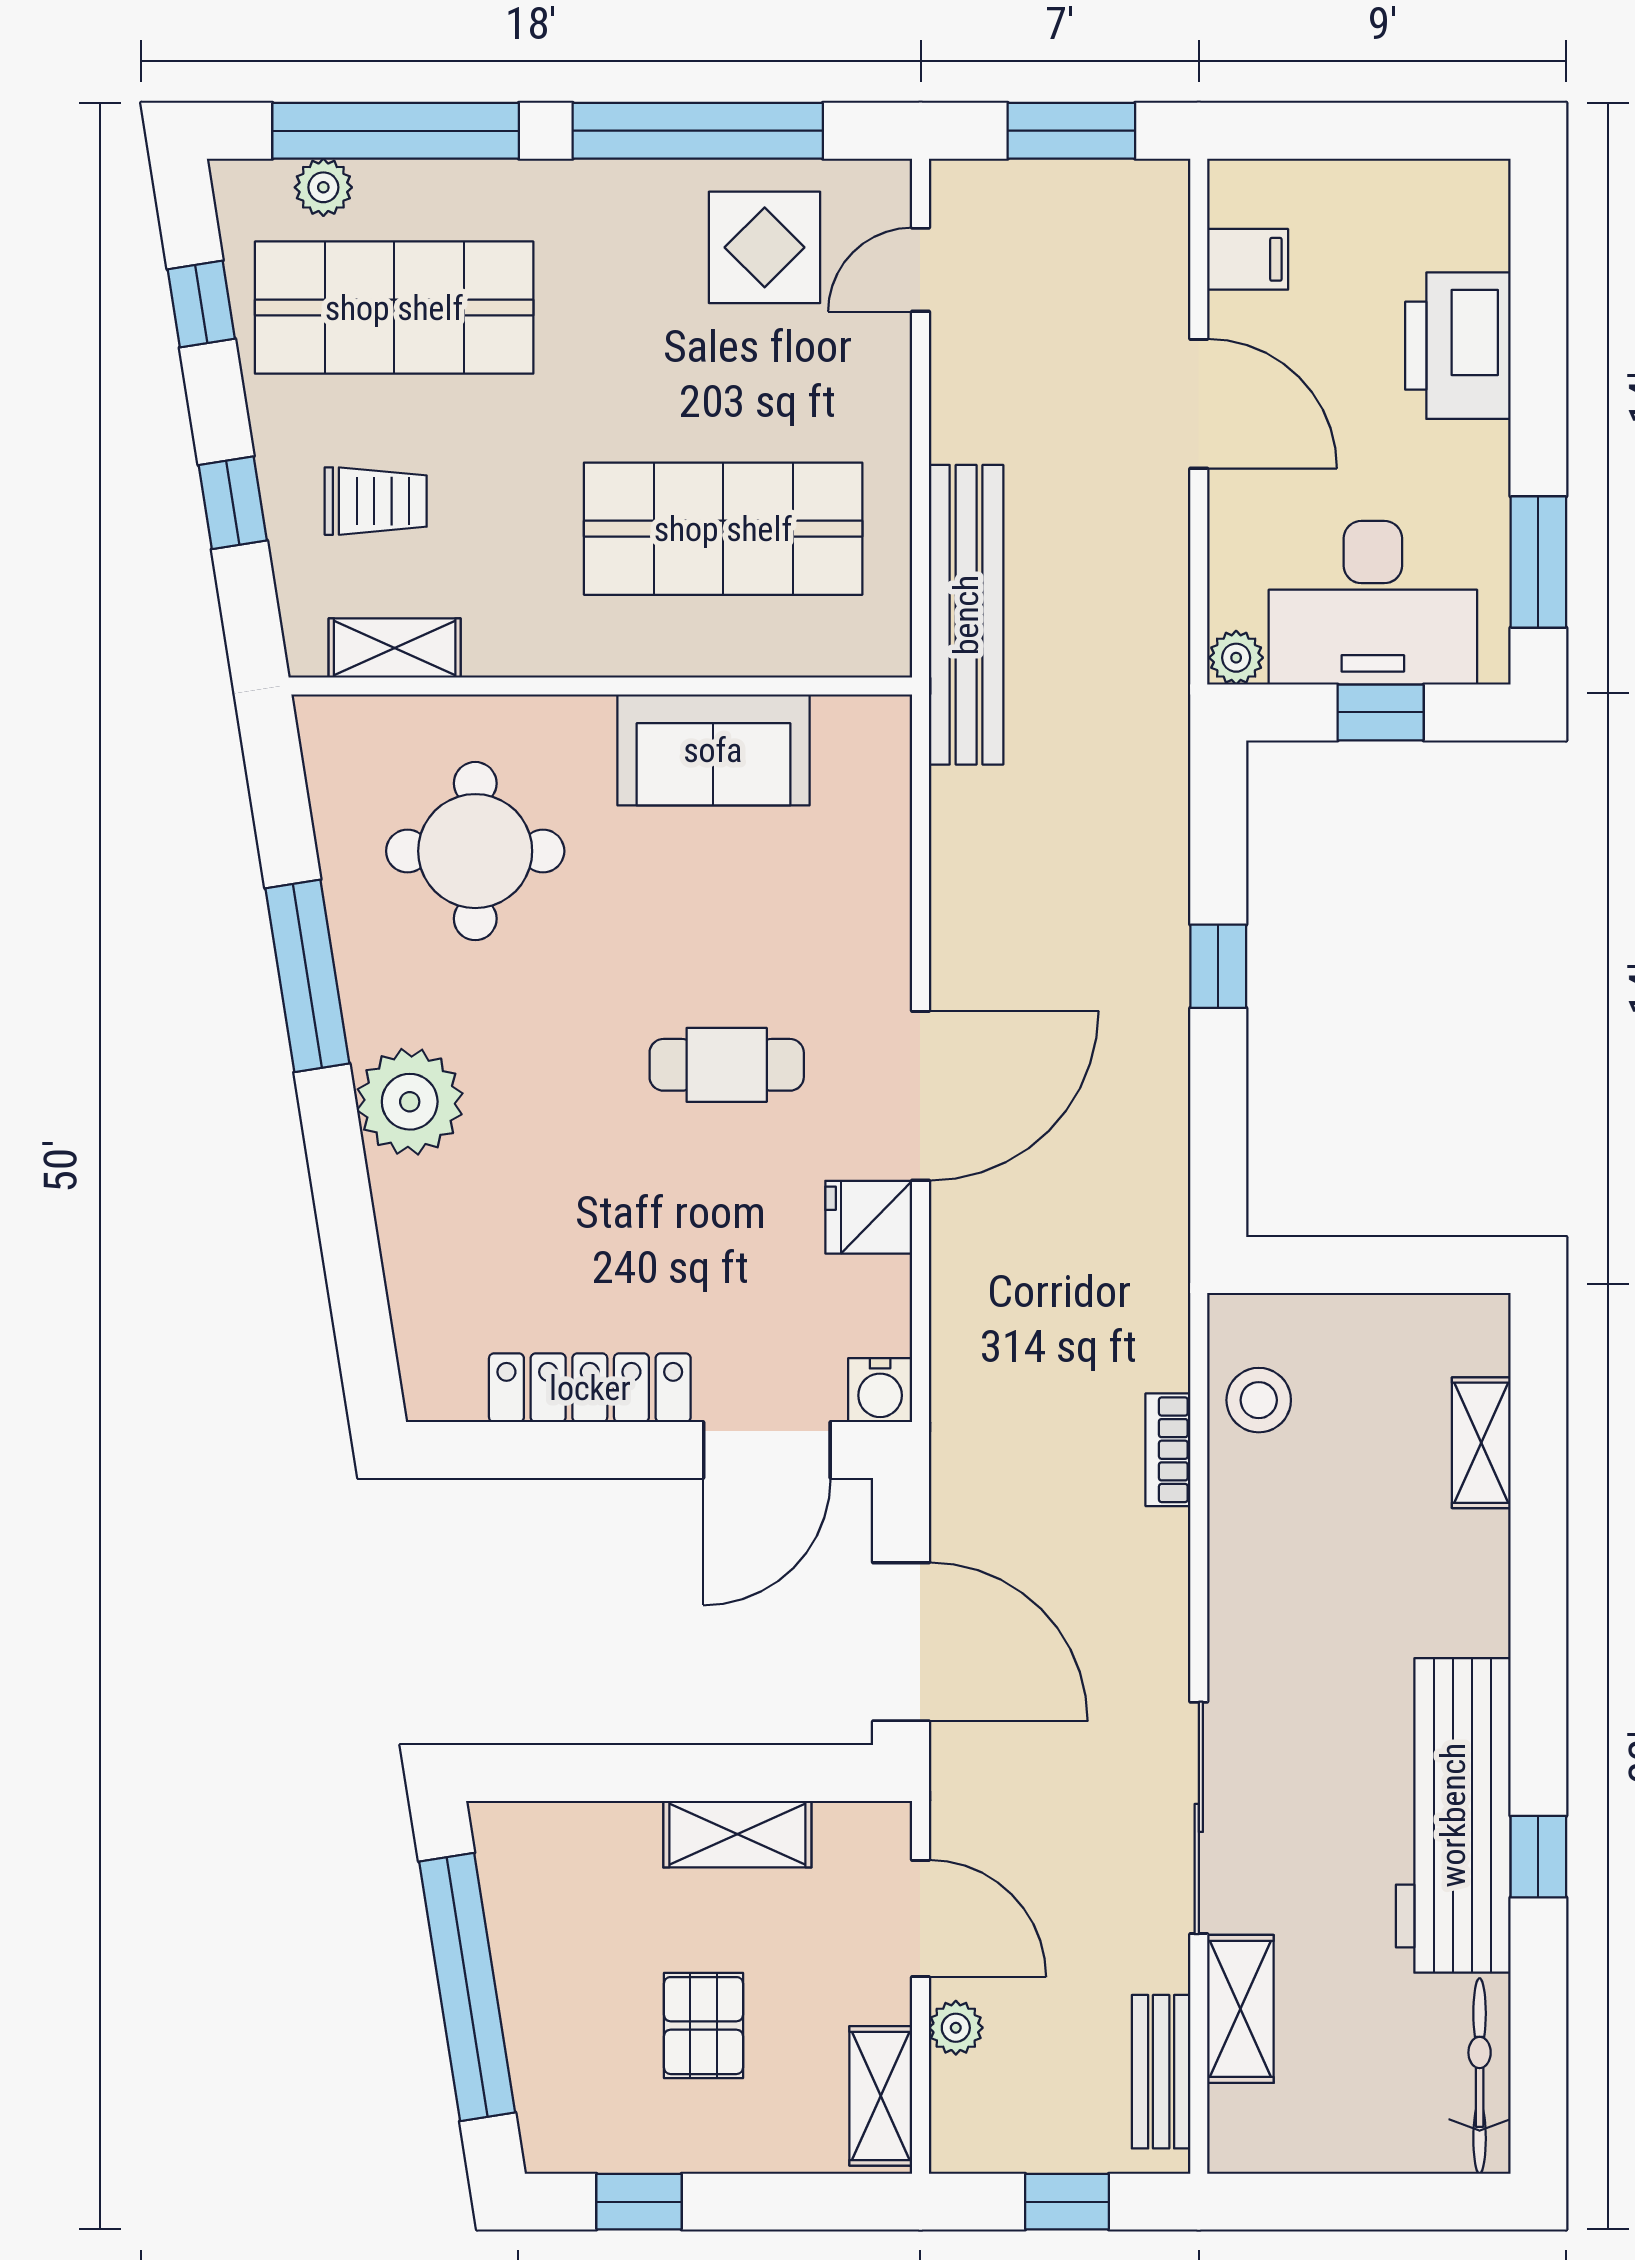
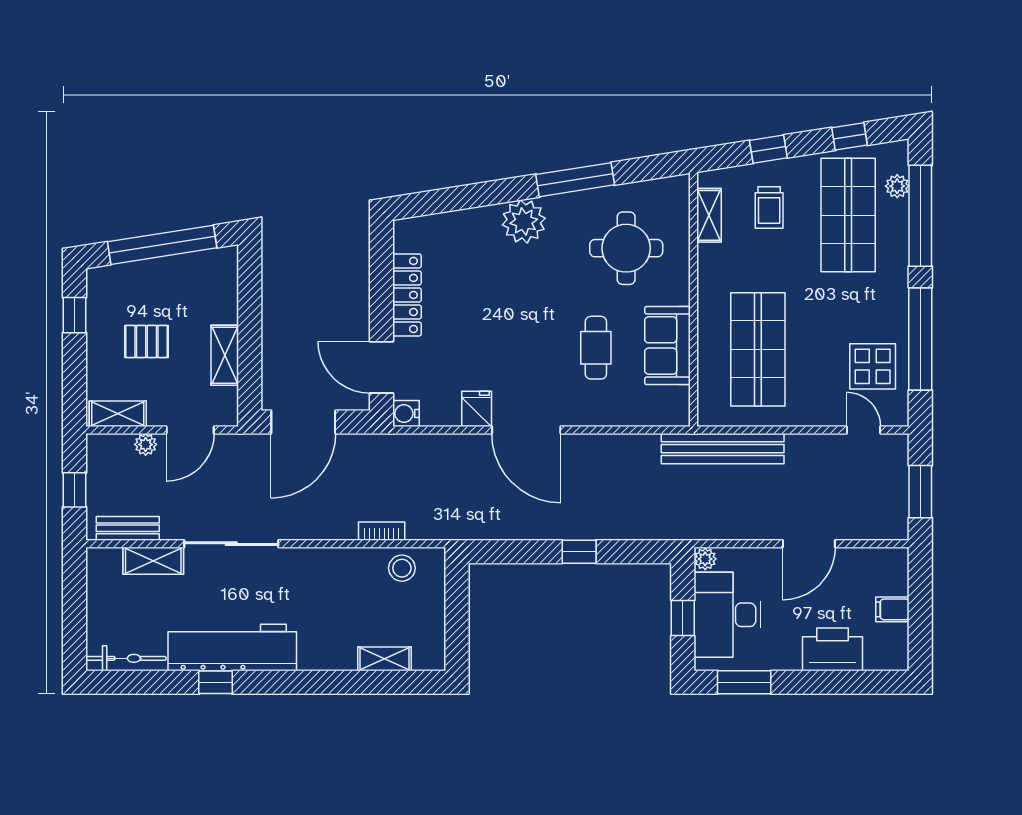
filing cabinet: (1248, 259) -> (892, 609), moved, turned 90
cafe table: (727, 1065) -> (596, 348), moved

